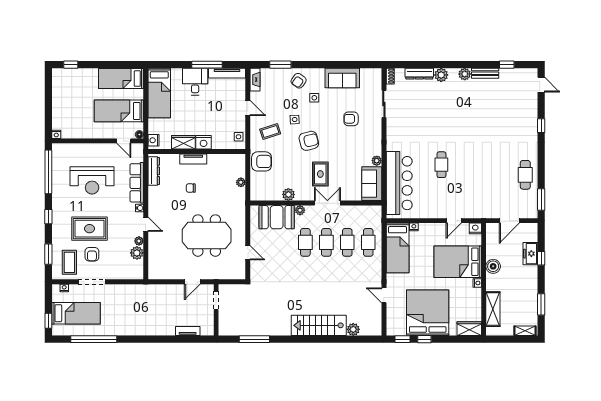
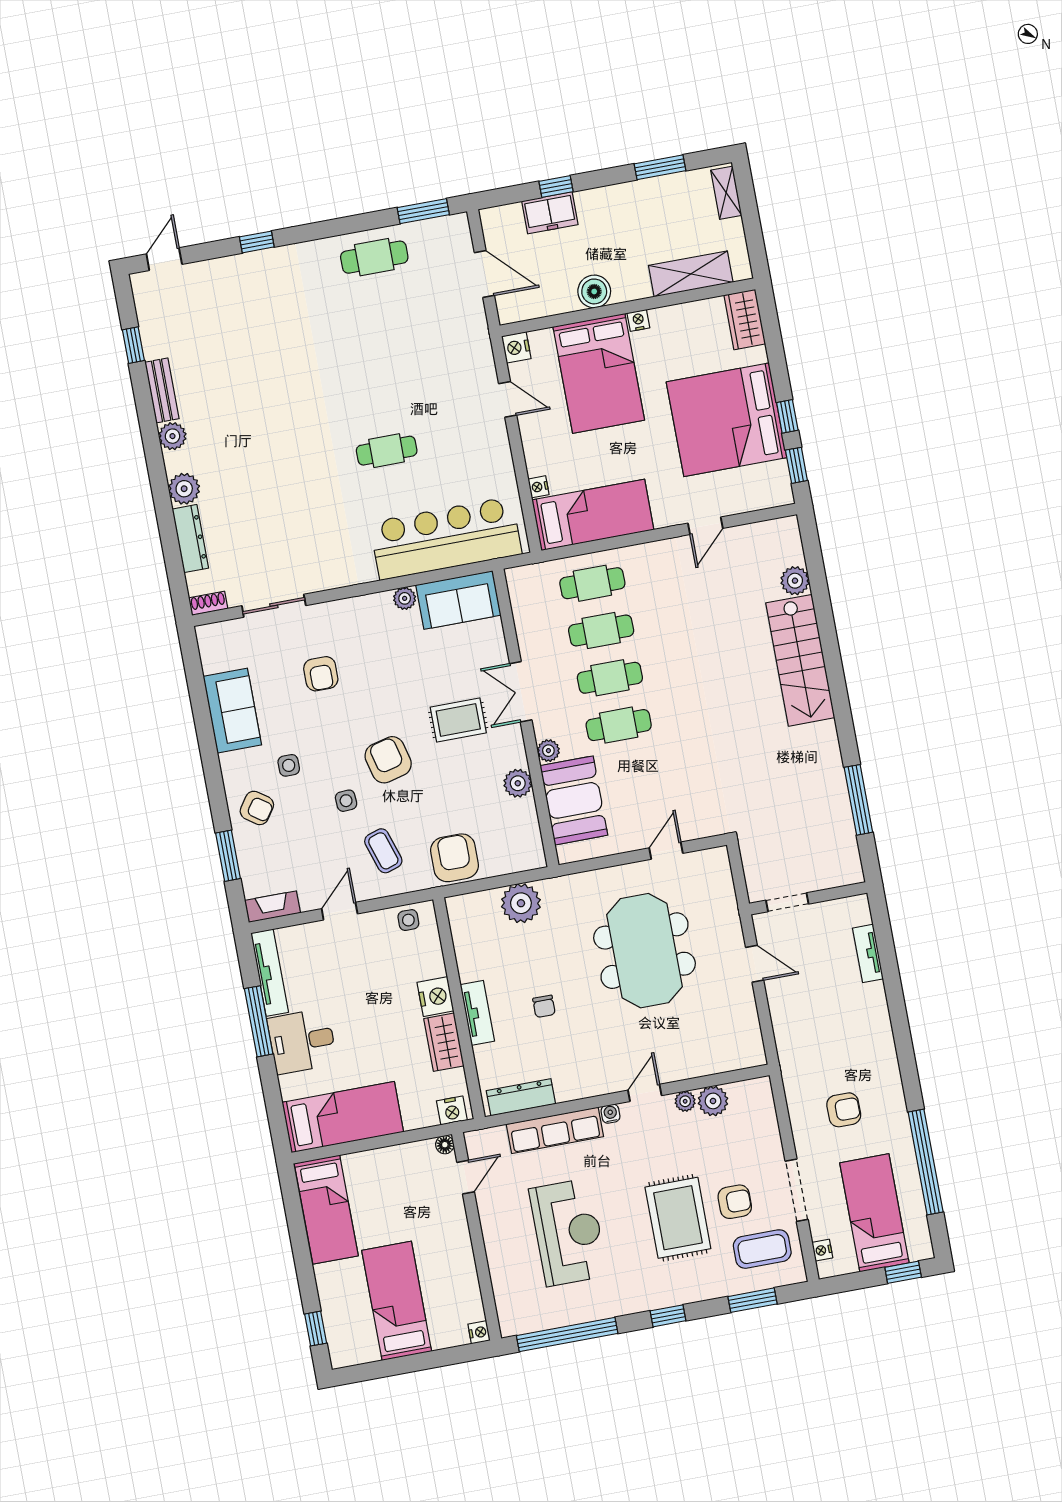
bed: (119, 111) -> (397, 1301), moved, turned 180
plant: (241, 182) -> (521, 903), width x1.88, depth x1.88
armchair: (123, 308) -> (844, 1110), added

